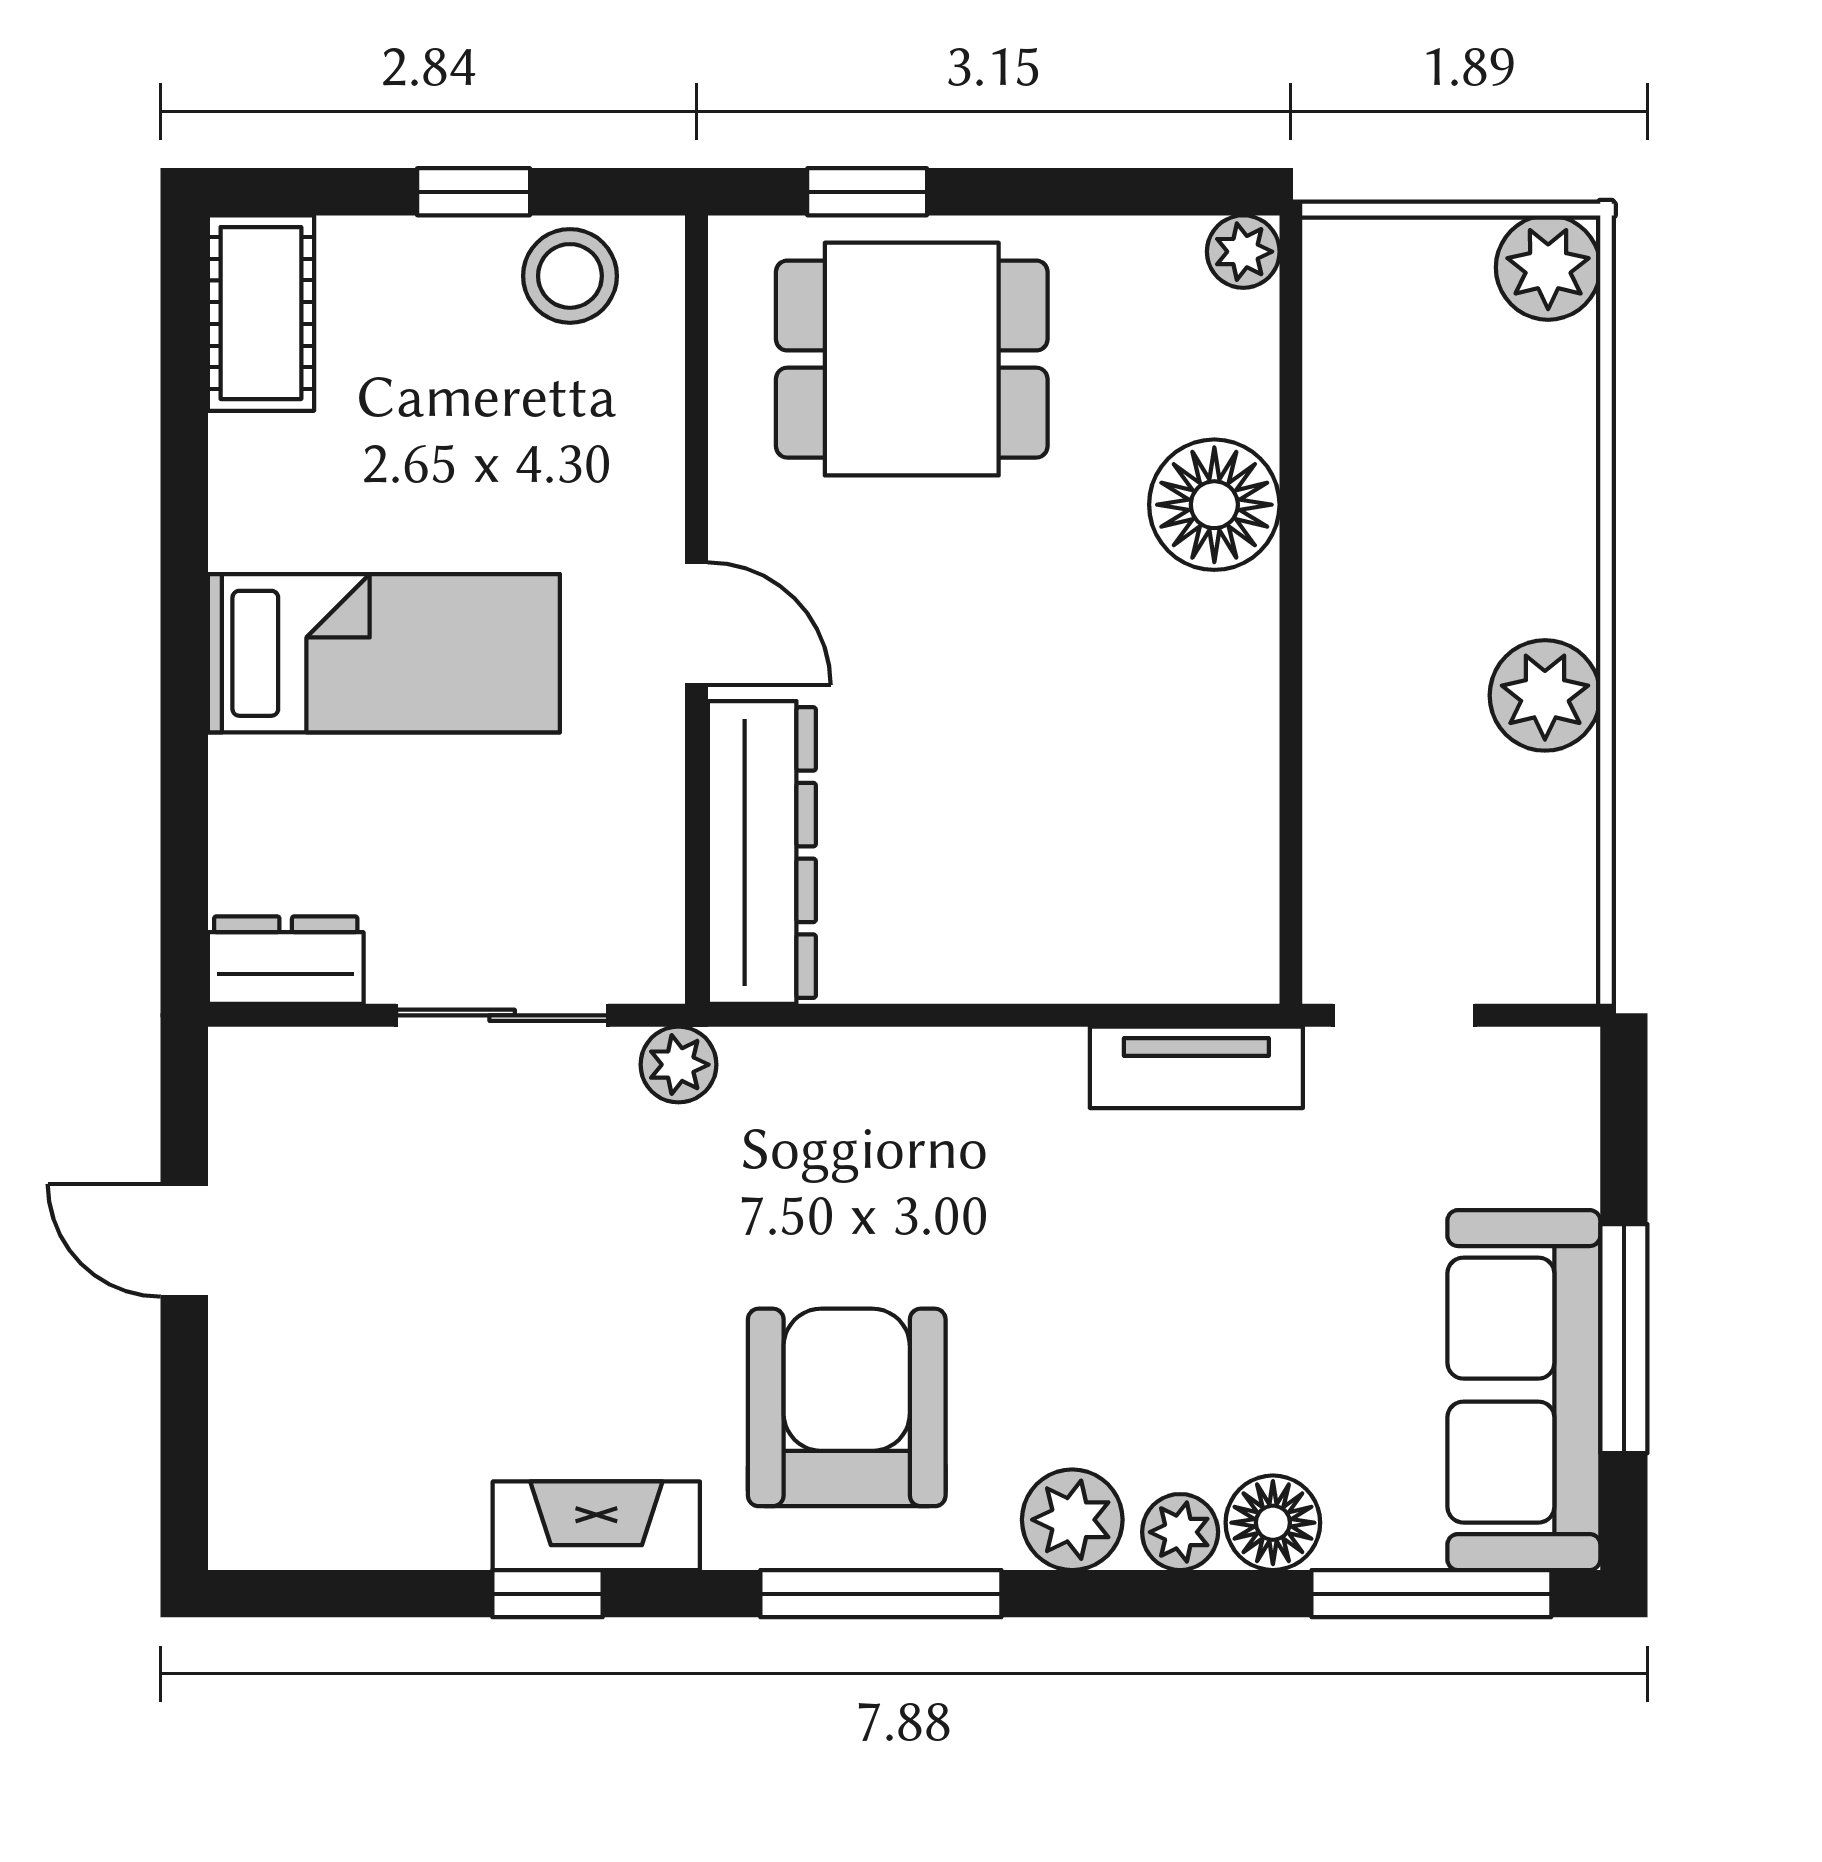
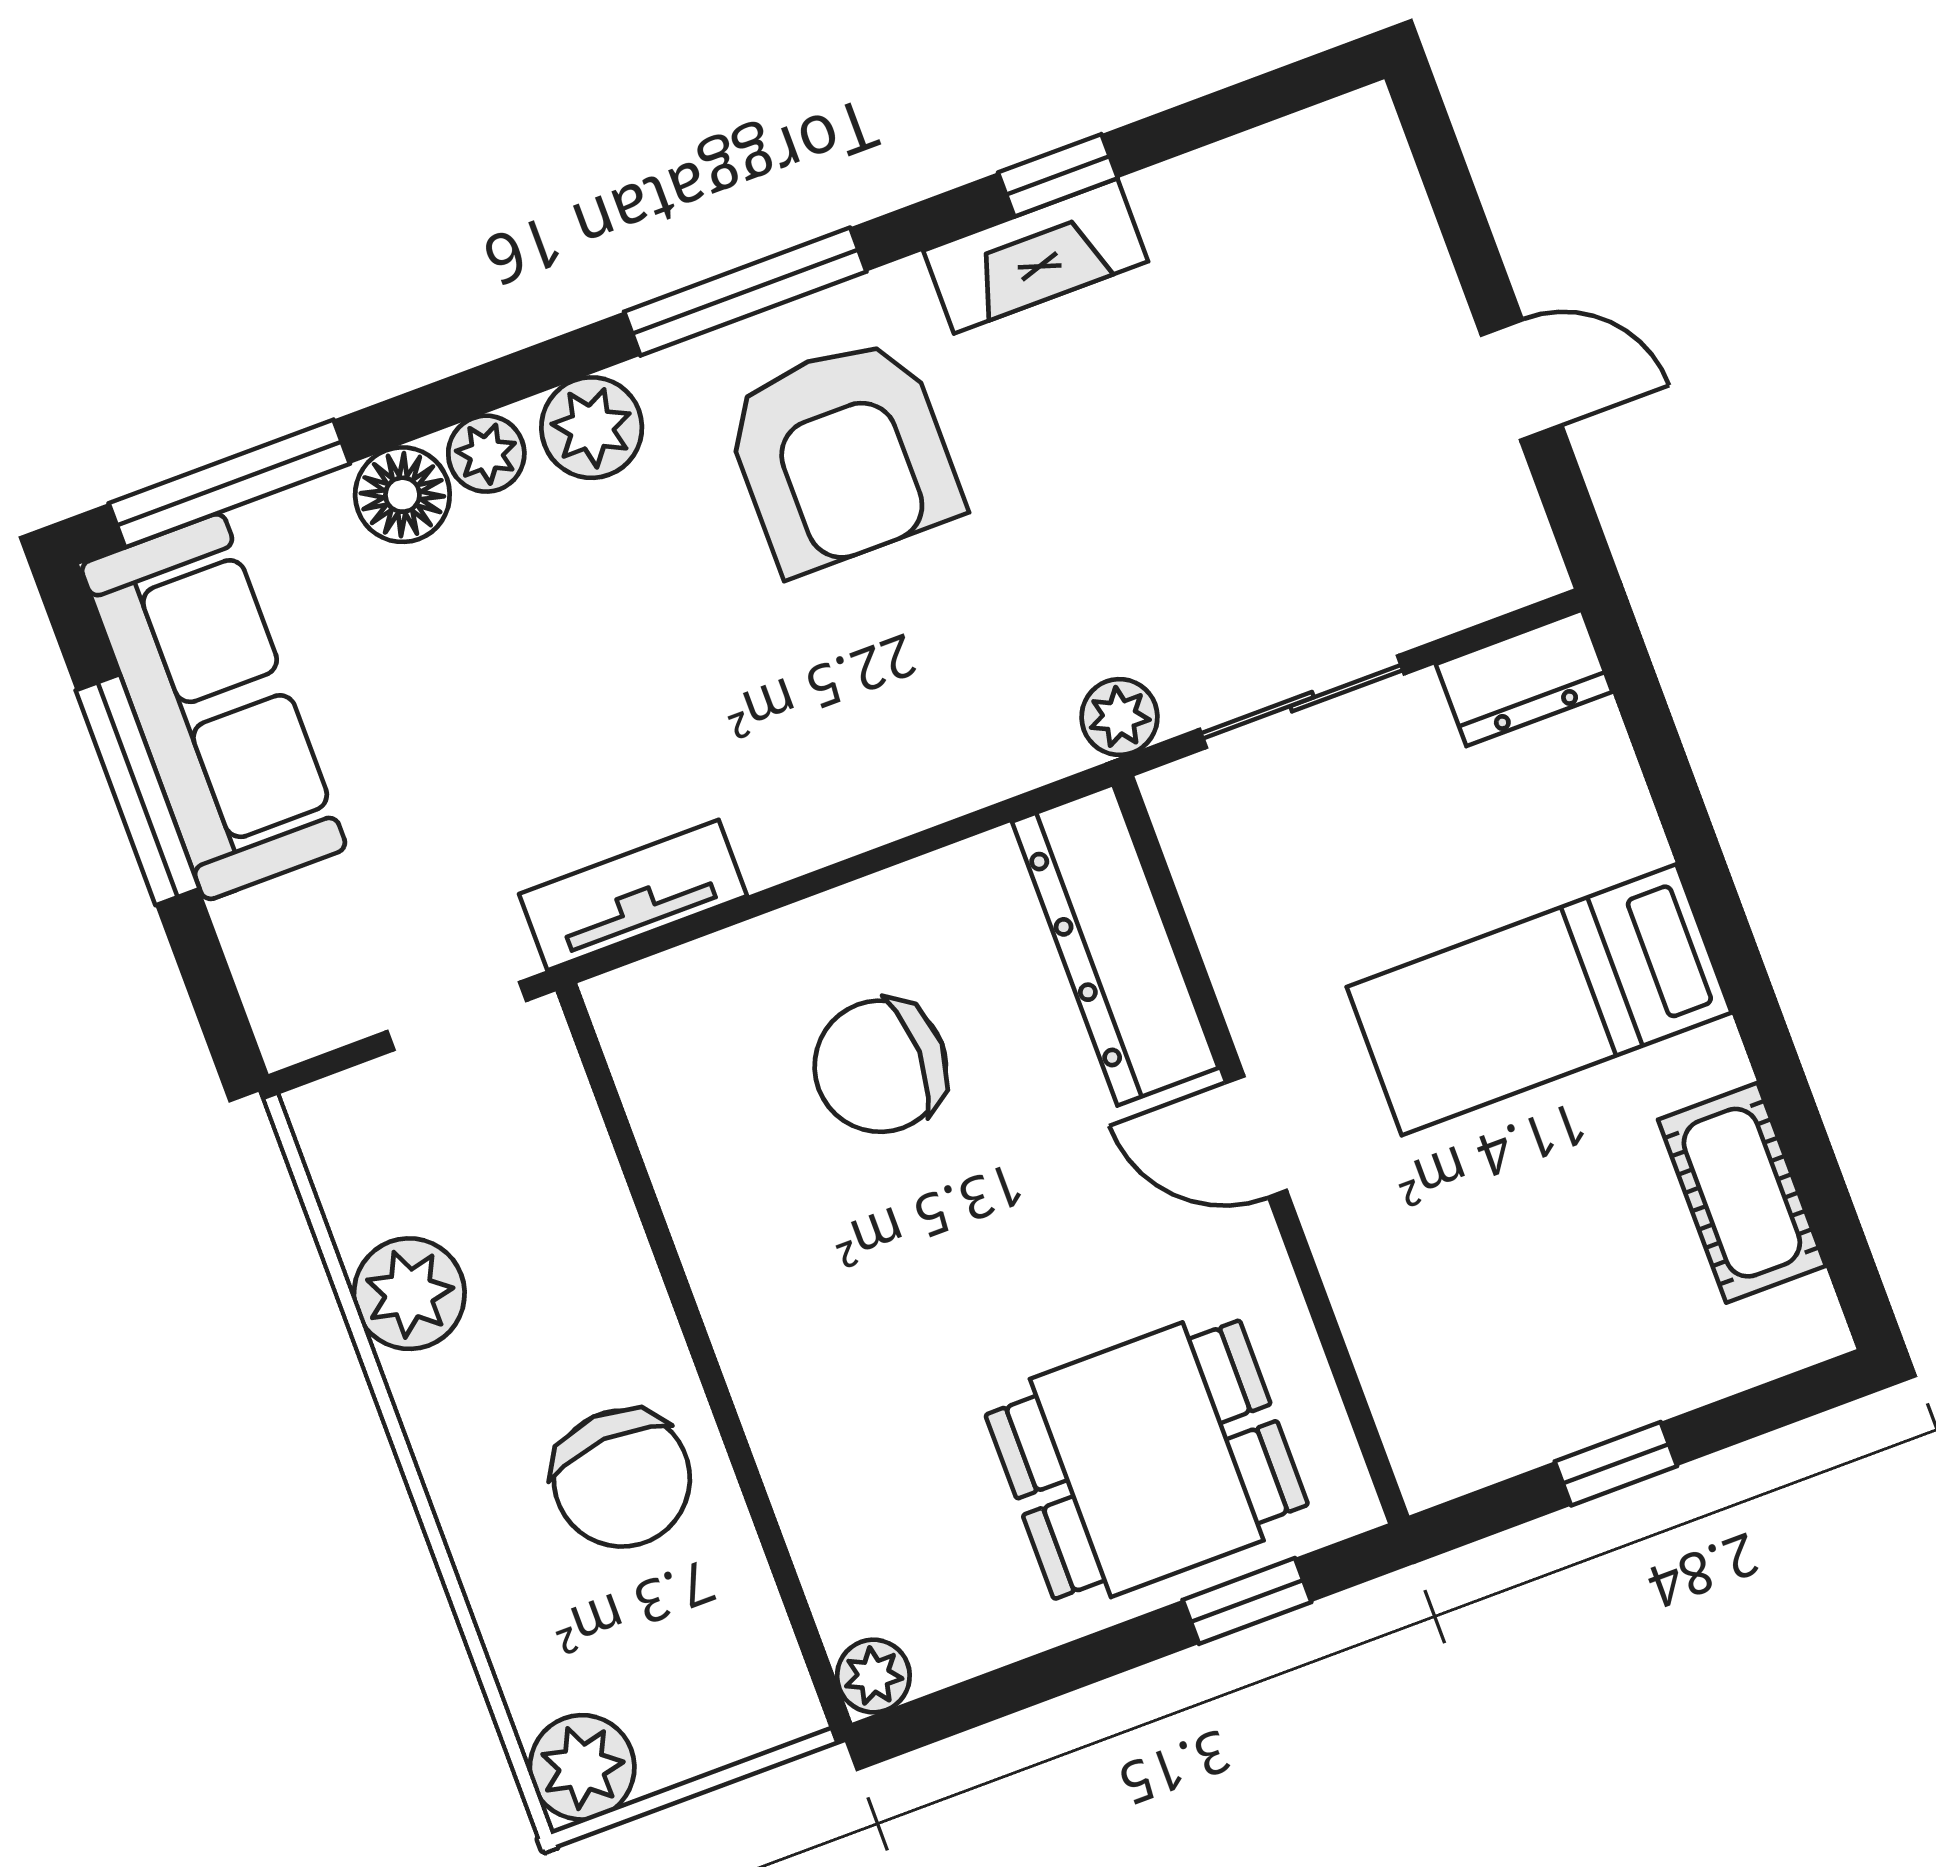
stool: (570, 276) -> (1496, 1418), removed
cot: (261, 313) -> (1742, 1193), moved
floor lamp: (1214, 505) -> (812, 1429), removed
chair: (1410, 524) -> (622, 1479), added
plant: (1545, 695) -> (409, 1294), moved
chair: (1024, 821) -> (880, 1066), added

